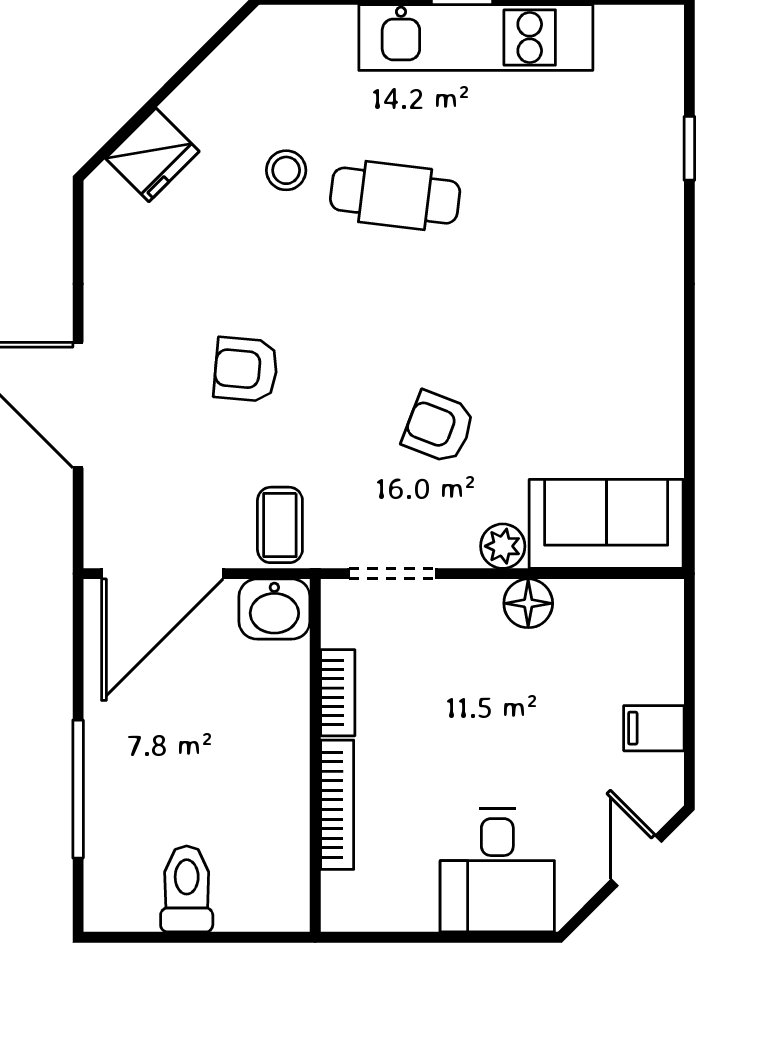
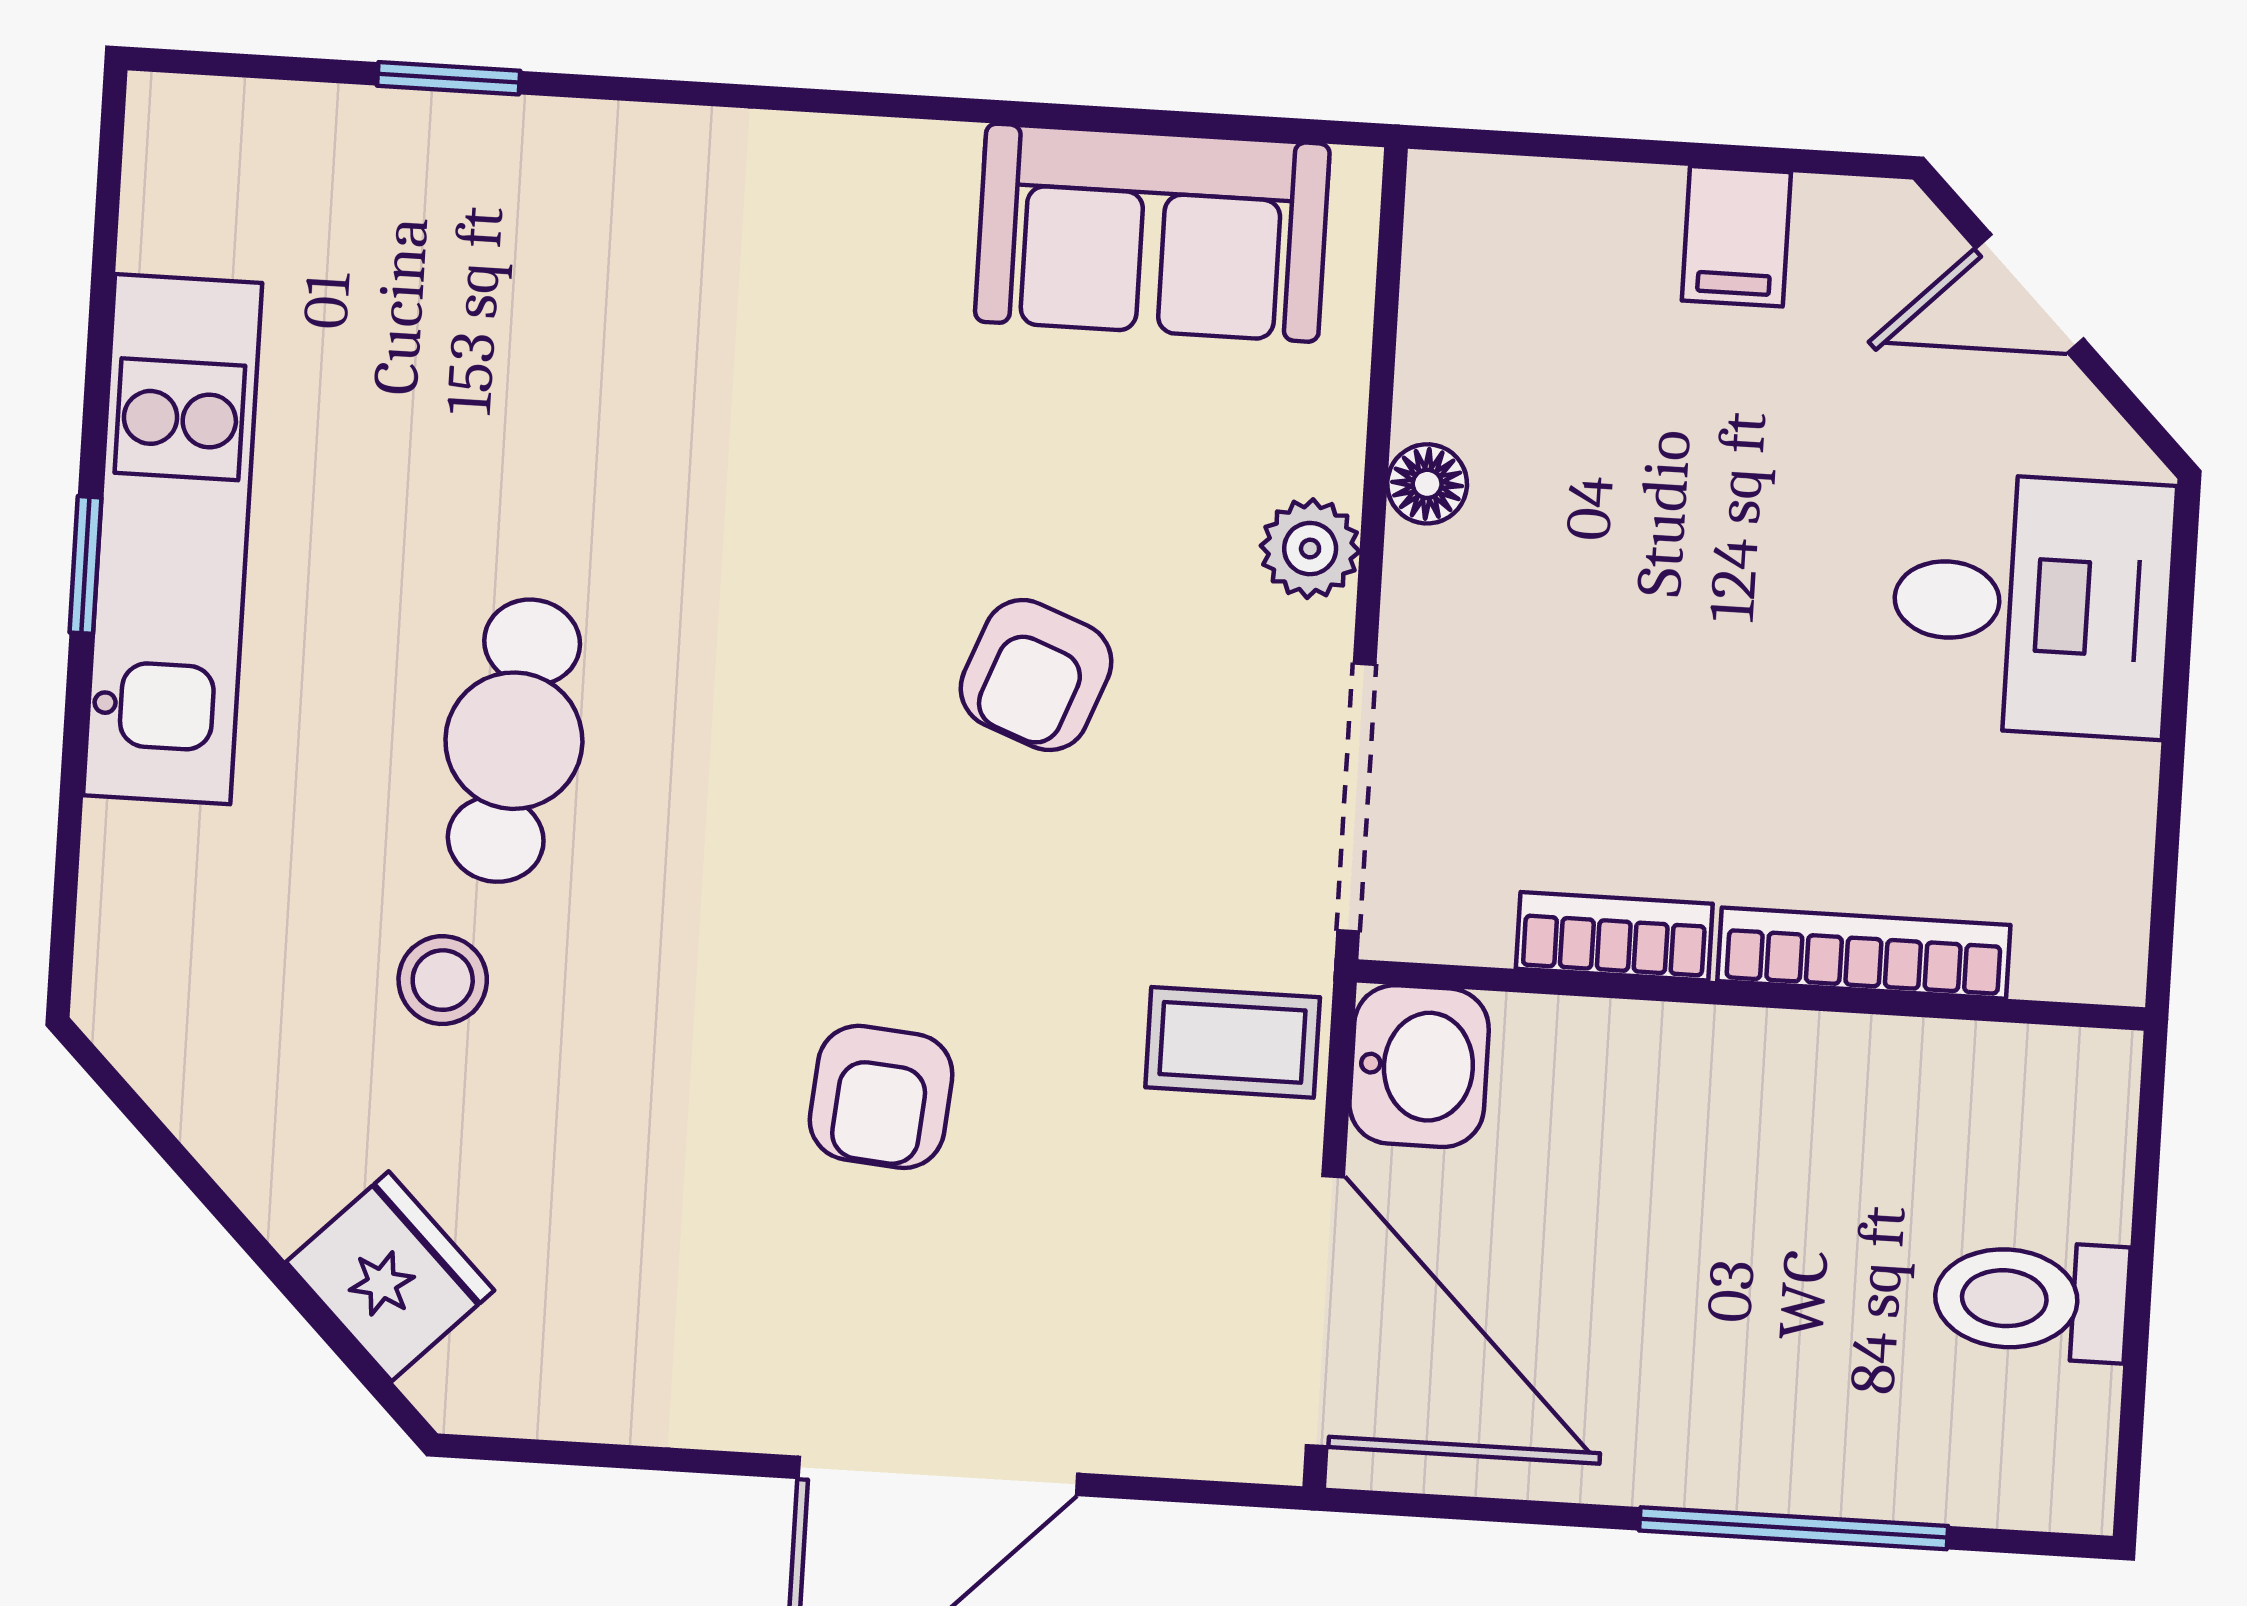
sofa: (606, 524) -> (1152, 233), moved, turned -90
doorway: (393, 574) -> (1356, 797), width x1.38
floor lamp: (528, 603) -> (1427, 484), width x0.73, depth x0.73

